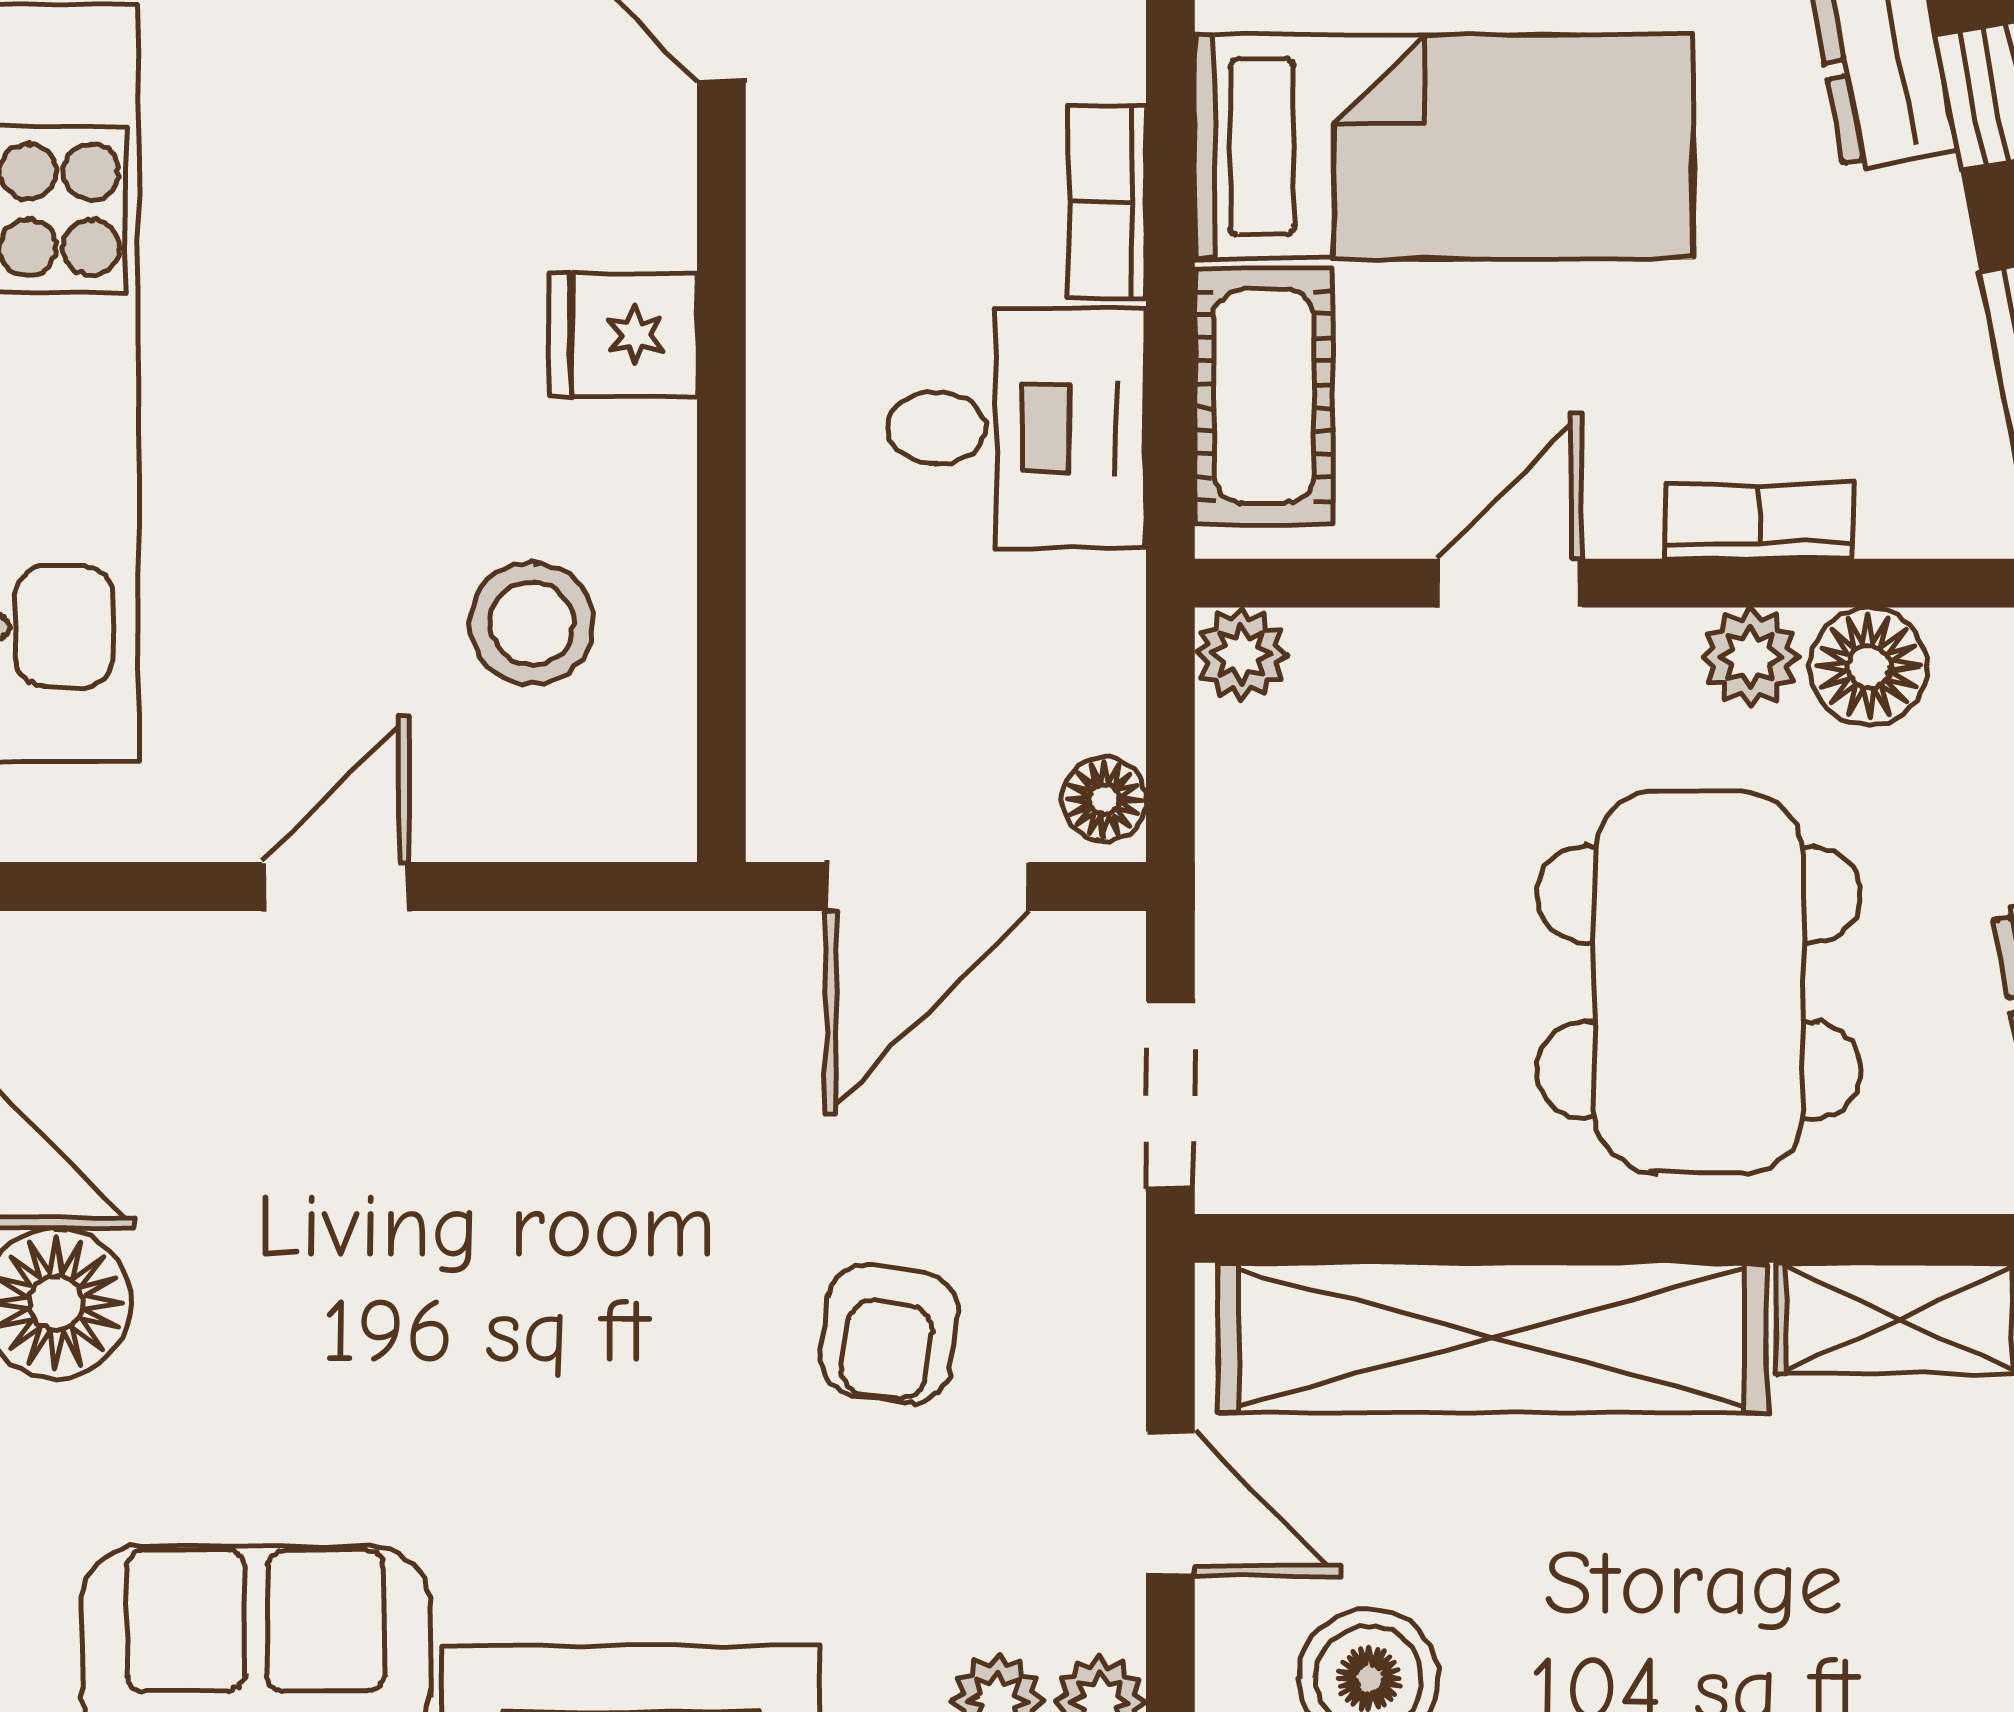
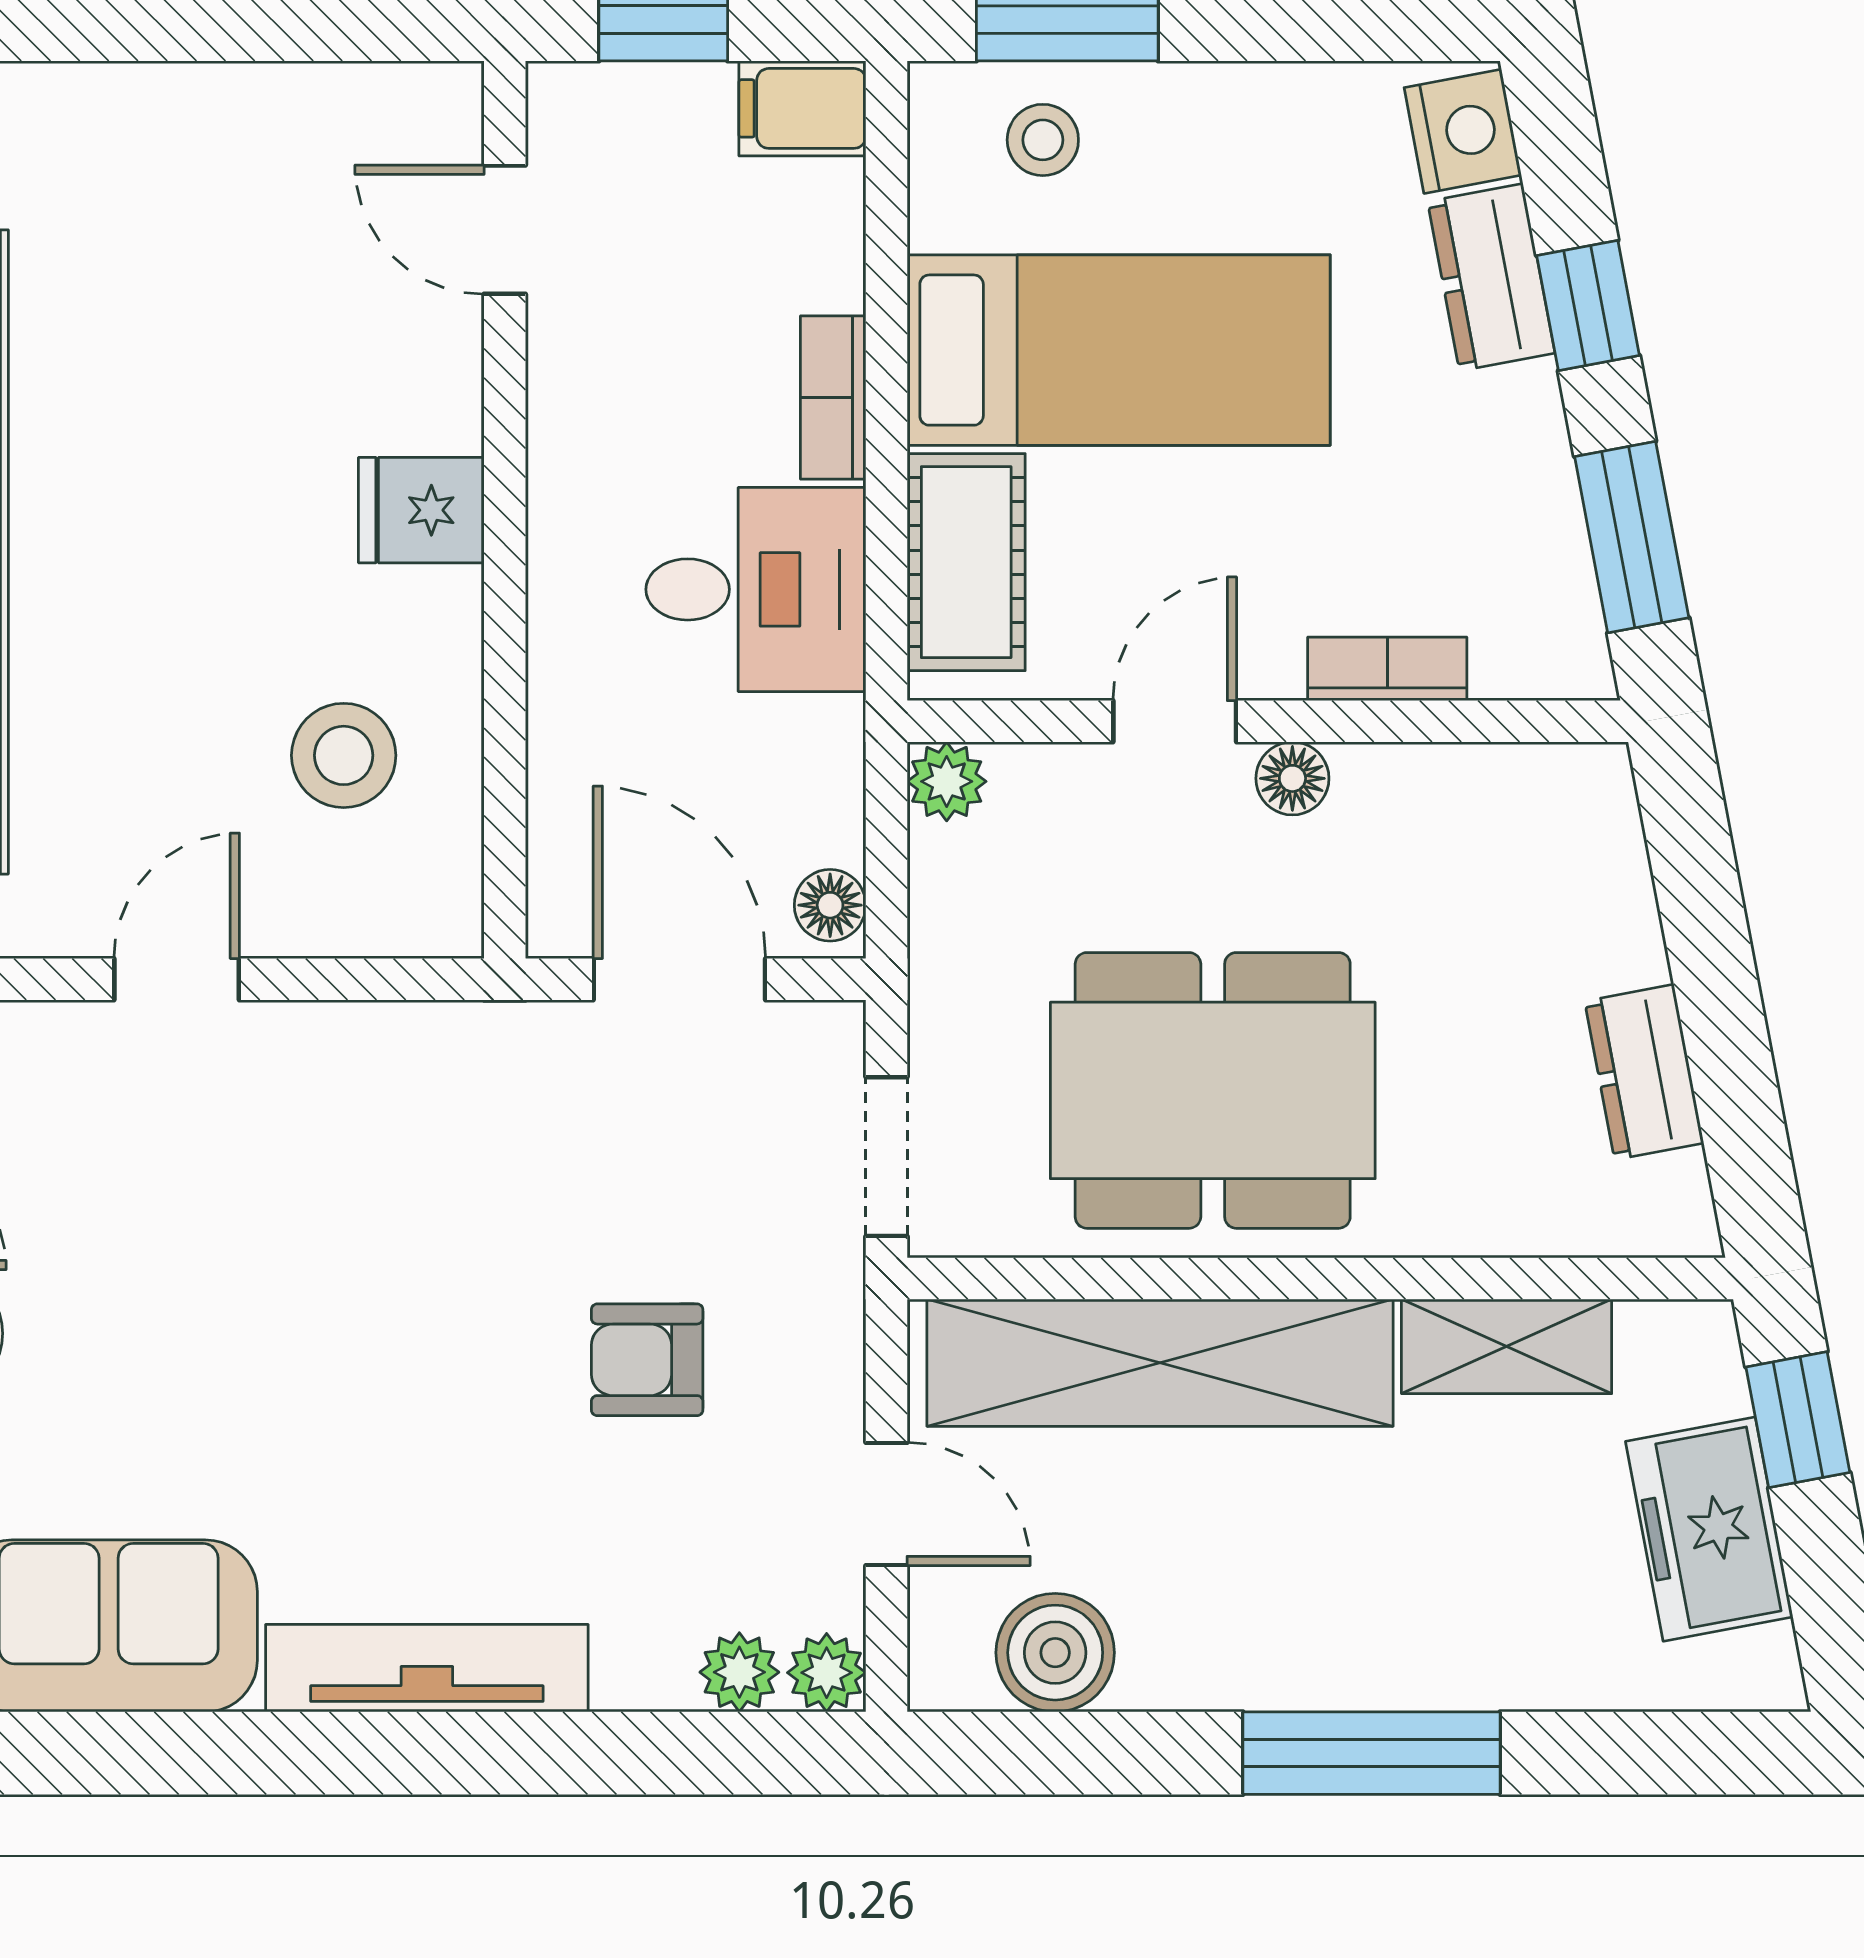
plant: (1750, 657) -> (1379, 784), removed
floor lamp: (1869, 666) -> (1292, 778), moved, width x0.73, depth x0.73
door: (927, 887) -> (679, 979), swing flipped
dining table: (1699, 982) -> (1213, 1090), moved, turned 90
armchair: (889, 1334) -> (647, 1360), turned 81

